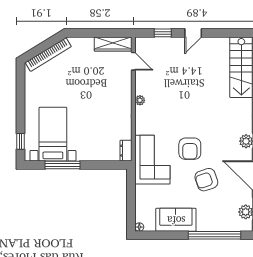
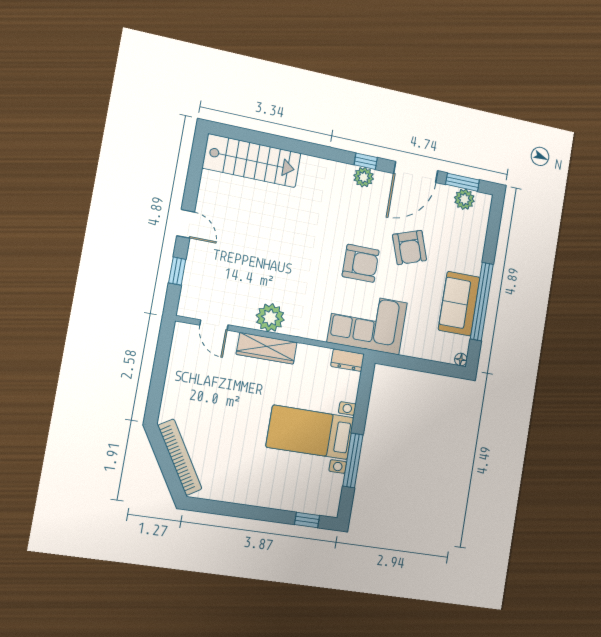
wardrobe: (113, 44) -> (267, 348), moved, turned 90
door: (133, 61) -> (214, 325), swing flipped
plant: (140, 100) -> (270, 318), width x1.88, depth x1.88
bed with nightstands: (53, 134) -> (310, 432), moved
window: (214, 235) -> (482, 301), moved

